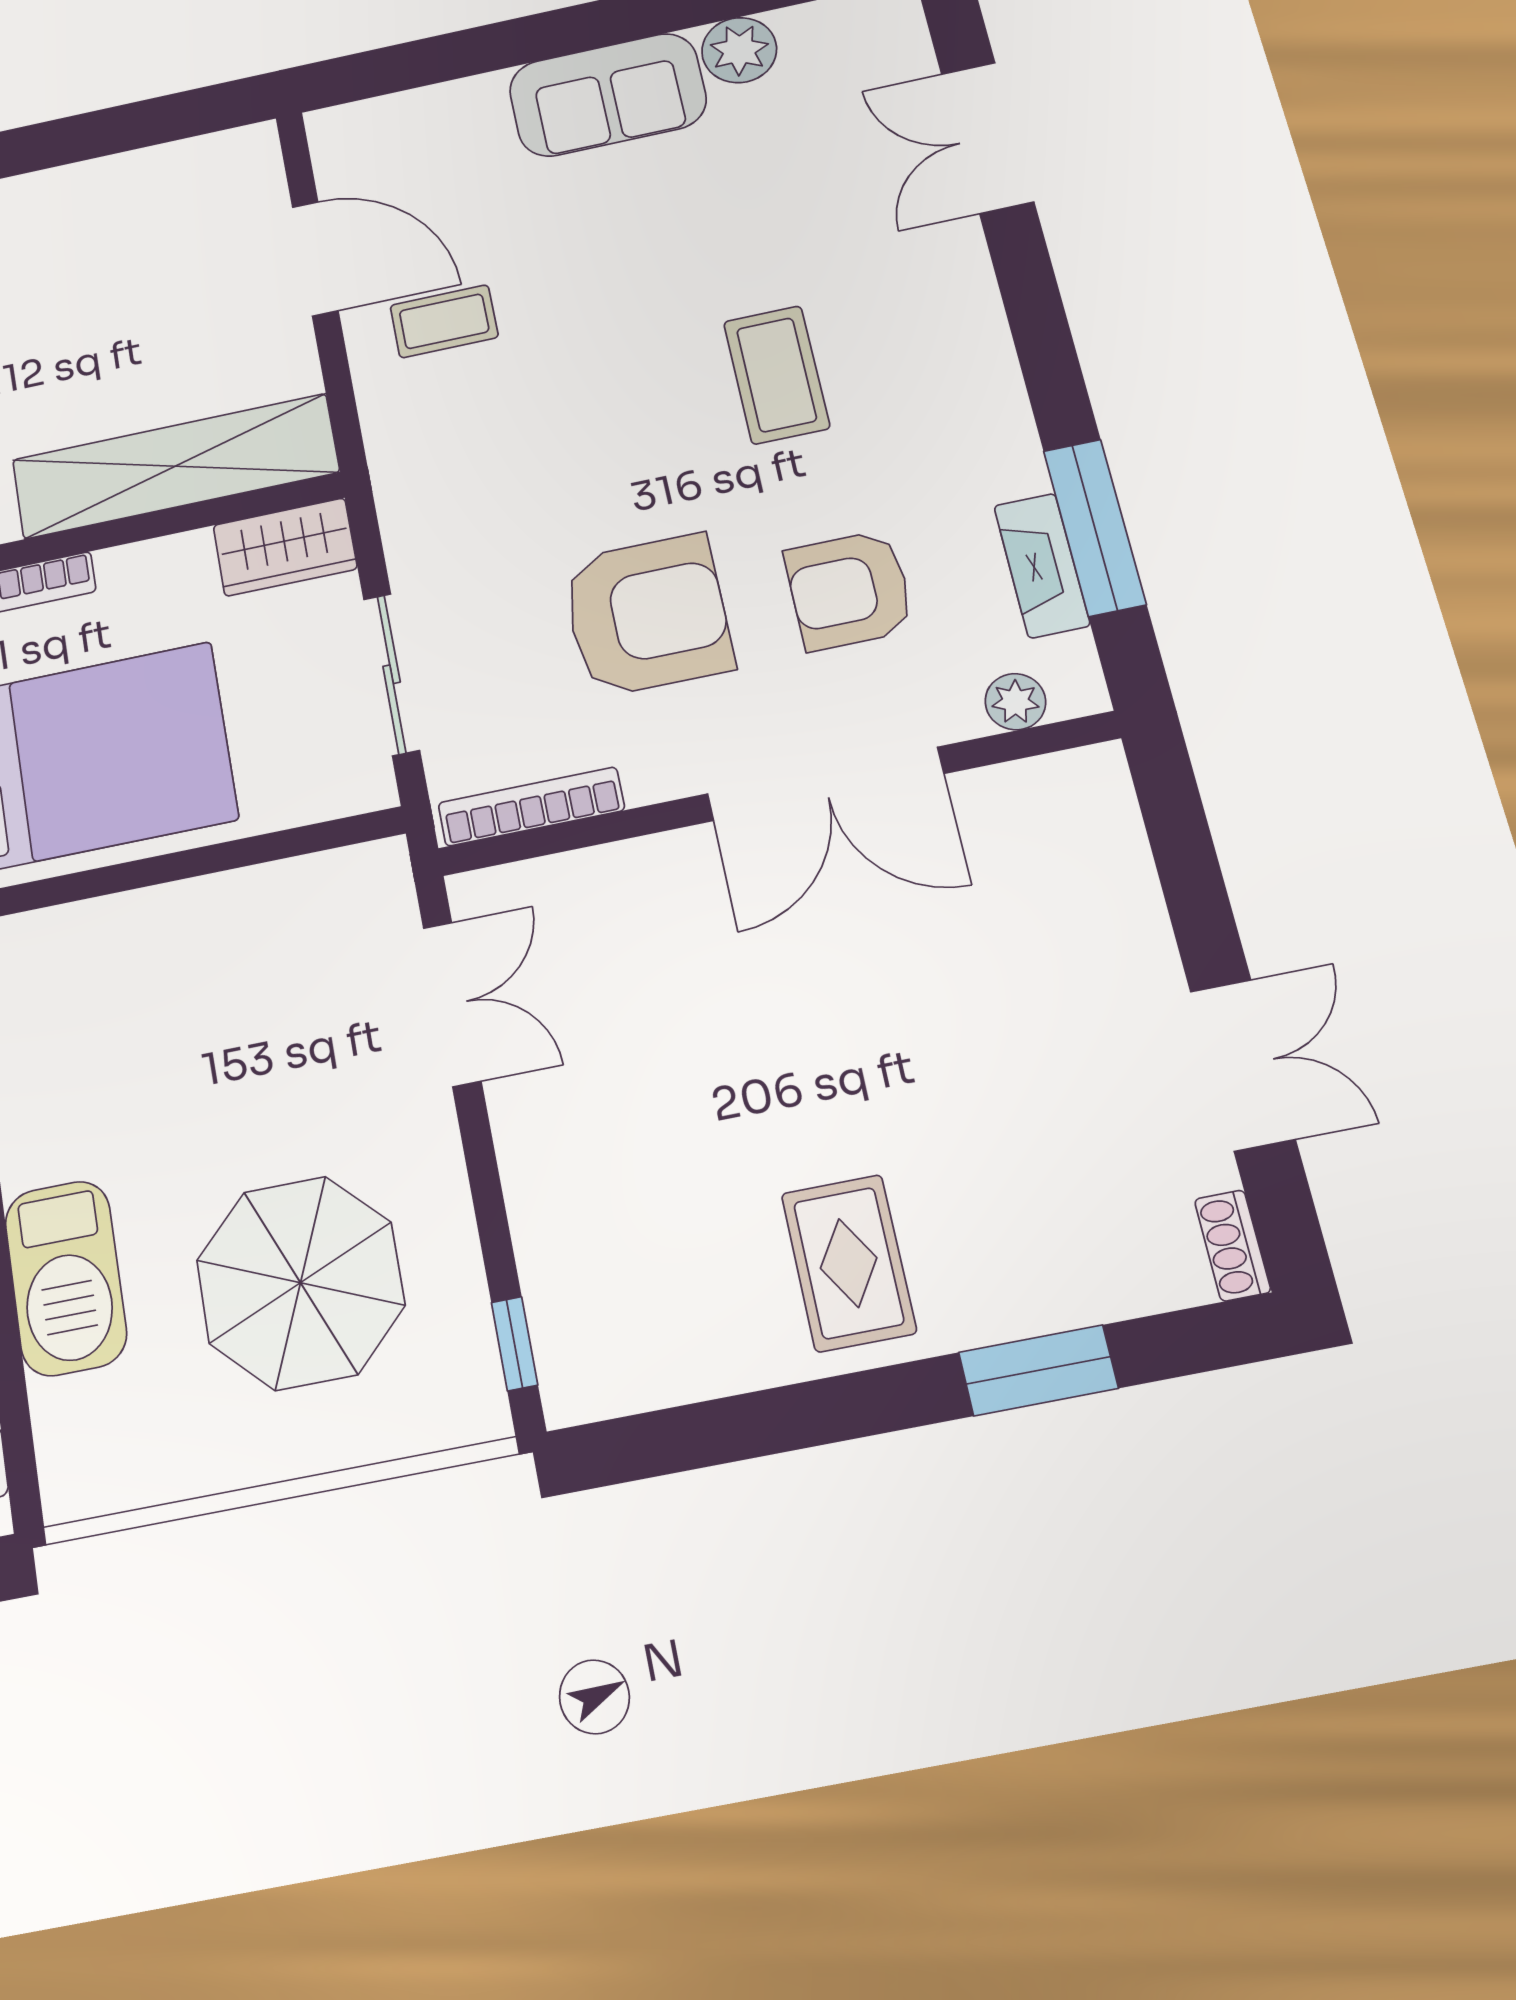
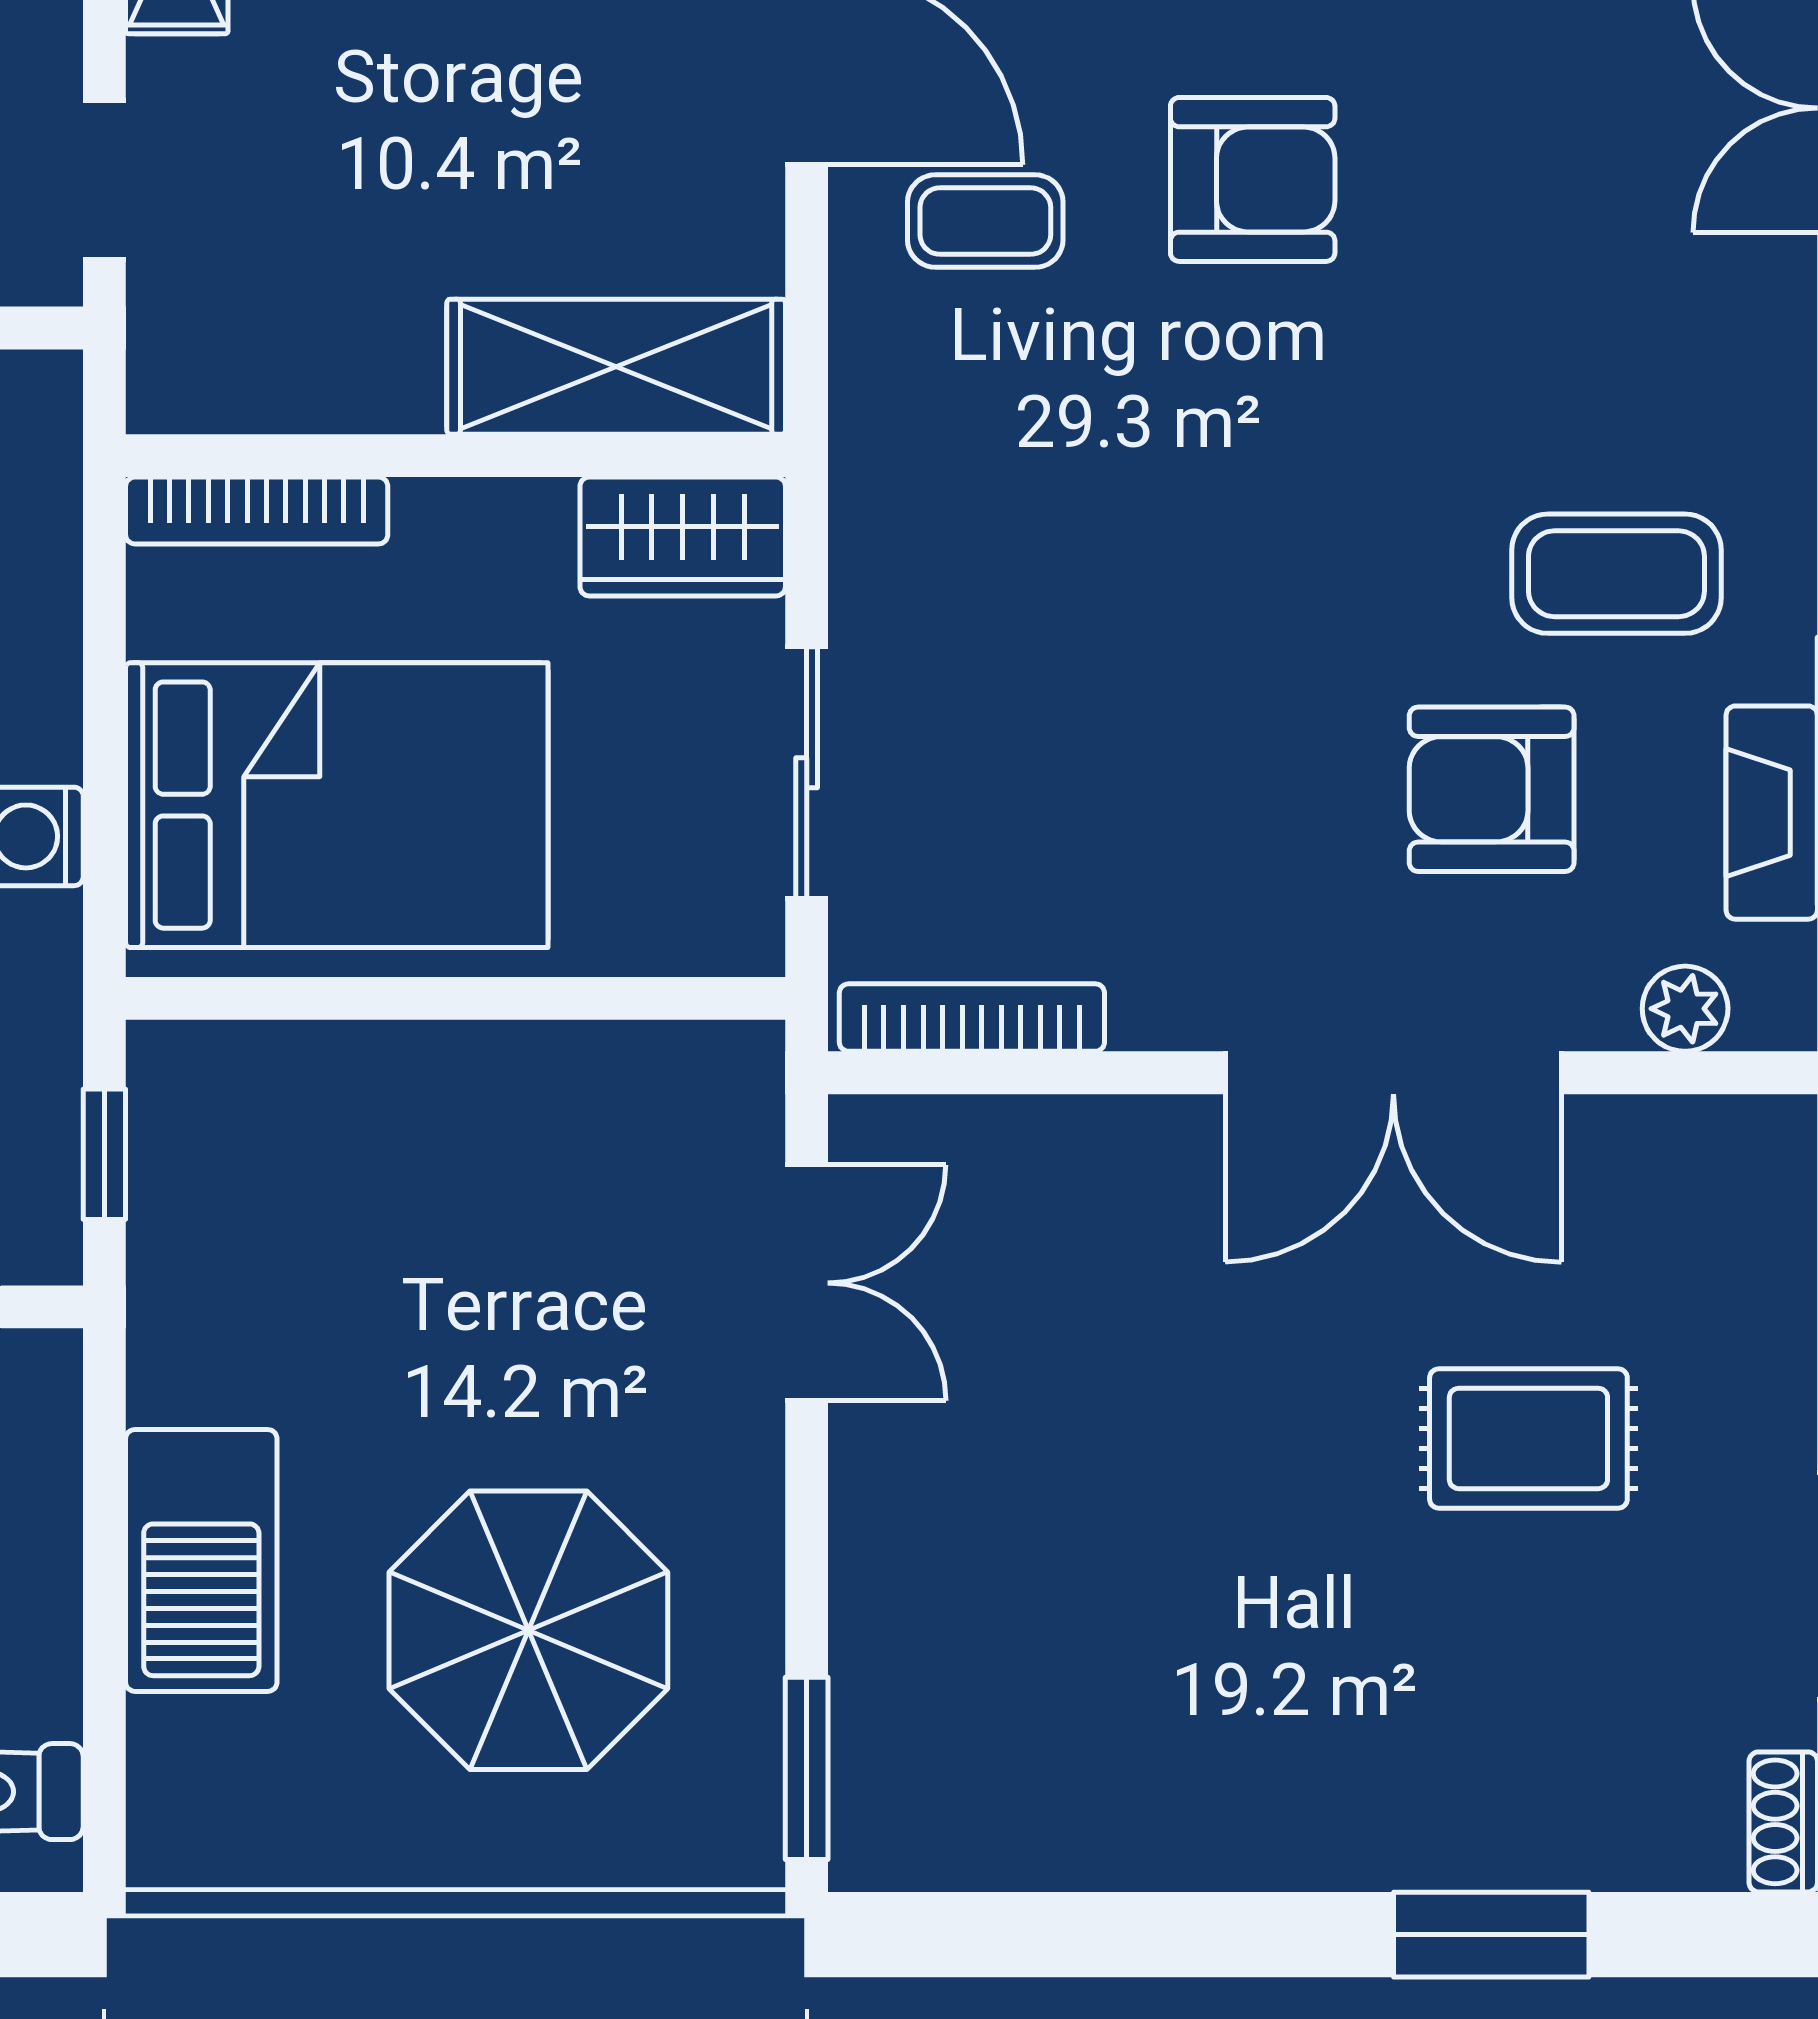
coffee table: (777, 375) -> (1616, 574), moved, turned 90
shelving: (175, 466) -> (616, 367), width x0.68
armchair: (647, 615) -> (1253, 179), moved, width x0.73, depth x0.73
rug: (849, 1263) -> (1528, 1438), moved, turned 90
window: (514, 1344) -> (807, 1768), width x1.50

